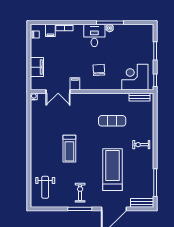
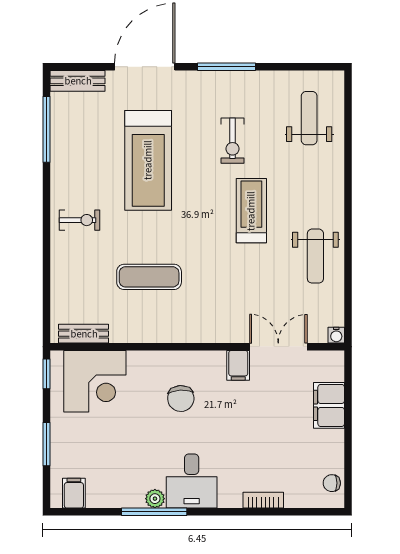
filing cabinet: (50, 30) -> (74, 493), moved
weight bench: (43, 130) -> (315, 256), added
exercise bike: (80, 193) -> (233, 141), moved

